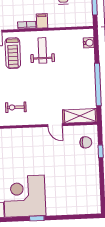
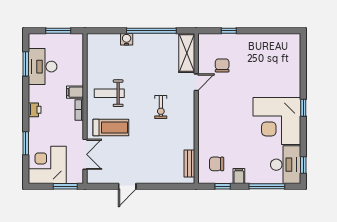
water cooler: (89, 43) -> (127, 39), moved
exercise bike: (16, 107) -> (161, 107), moved
chair: (86, 142) -> (222, 65), moved

